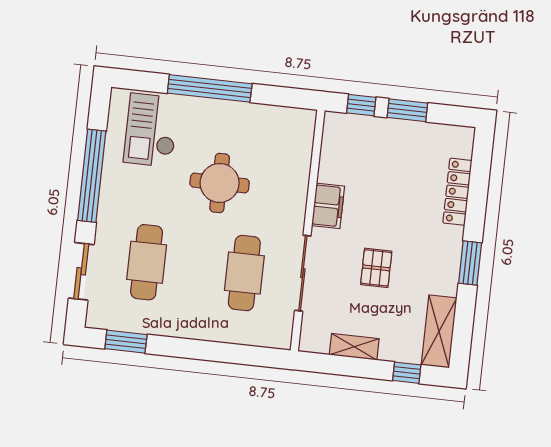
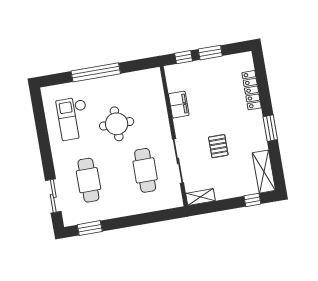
checkout: (151, 130) -> (73, 118), moved
window: (92, 176) -> (44, 140), removed
filing cabinet: (328, 206) -> (179, 105), moved
shelving: (354, 347) -> (200, 197), moved

